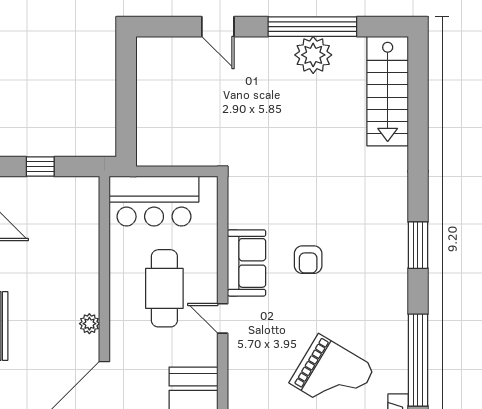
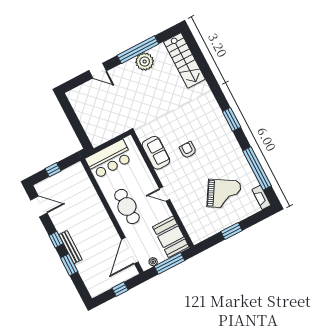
armchair: (308, 260) -> (188, 150), turned 180
sofa: (247, 263) -> (156, 153), moved
cafe table: (164, 288) -> (127, 207), moved
plant: (89, 324) -> (109, 226), removed

